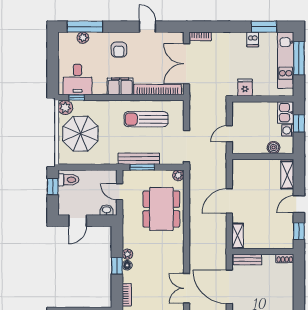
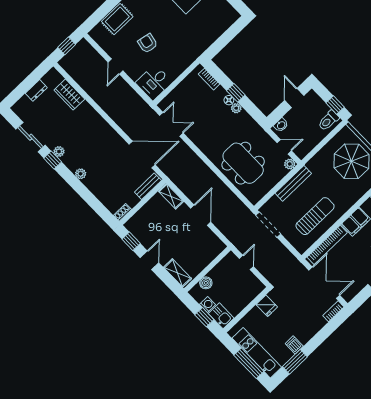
window: (142, 167) -> (285, 180), removed
plant: (178, 175) -> (290, 164), moved

